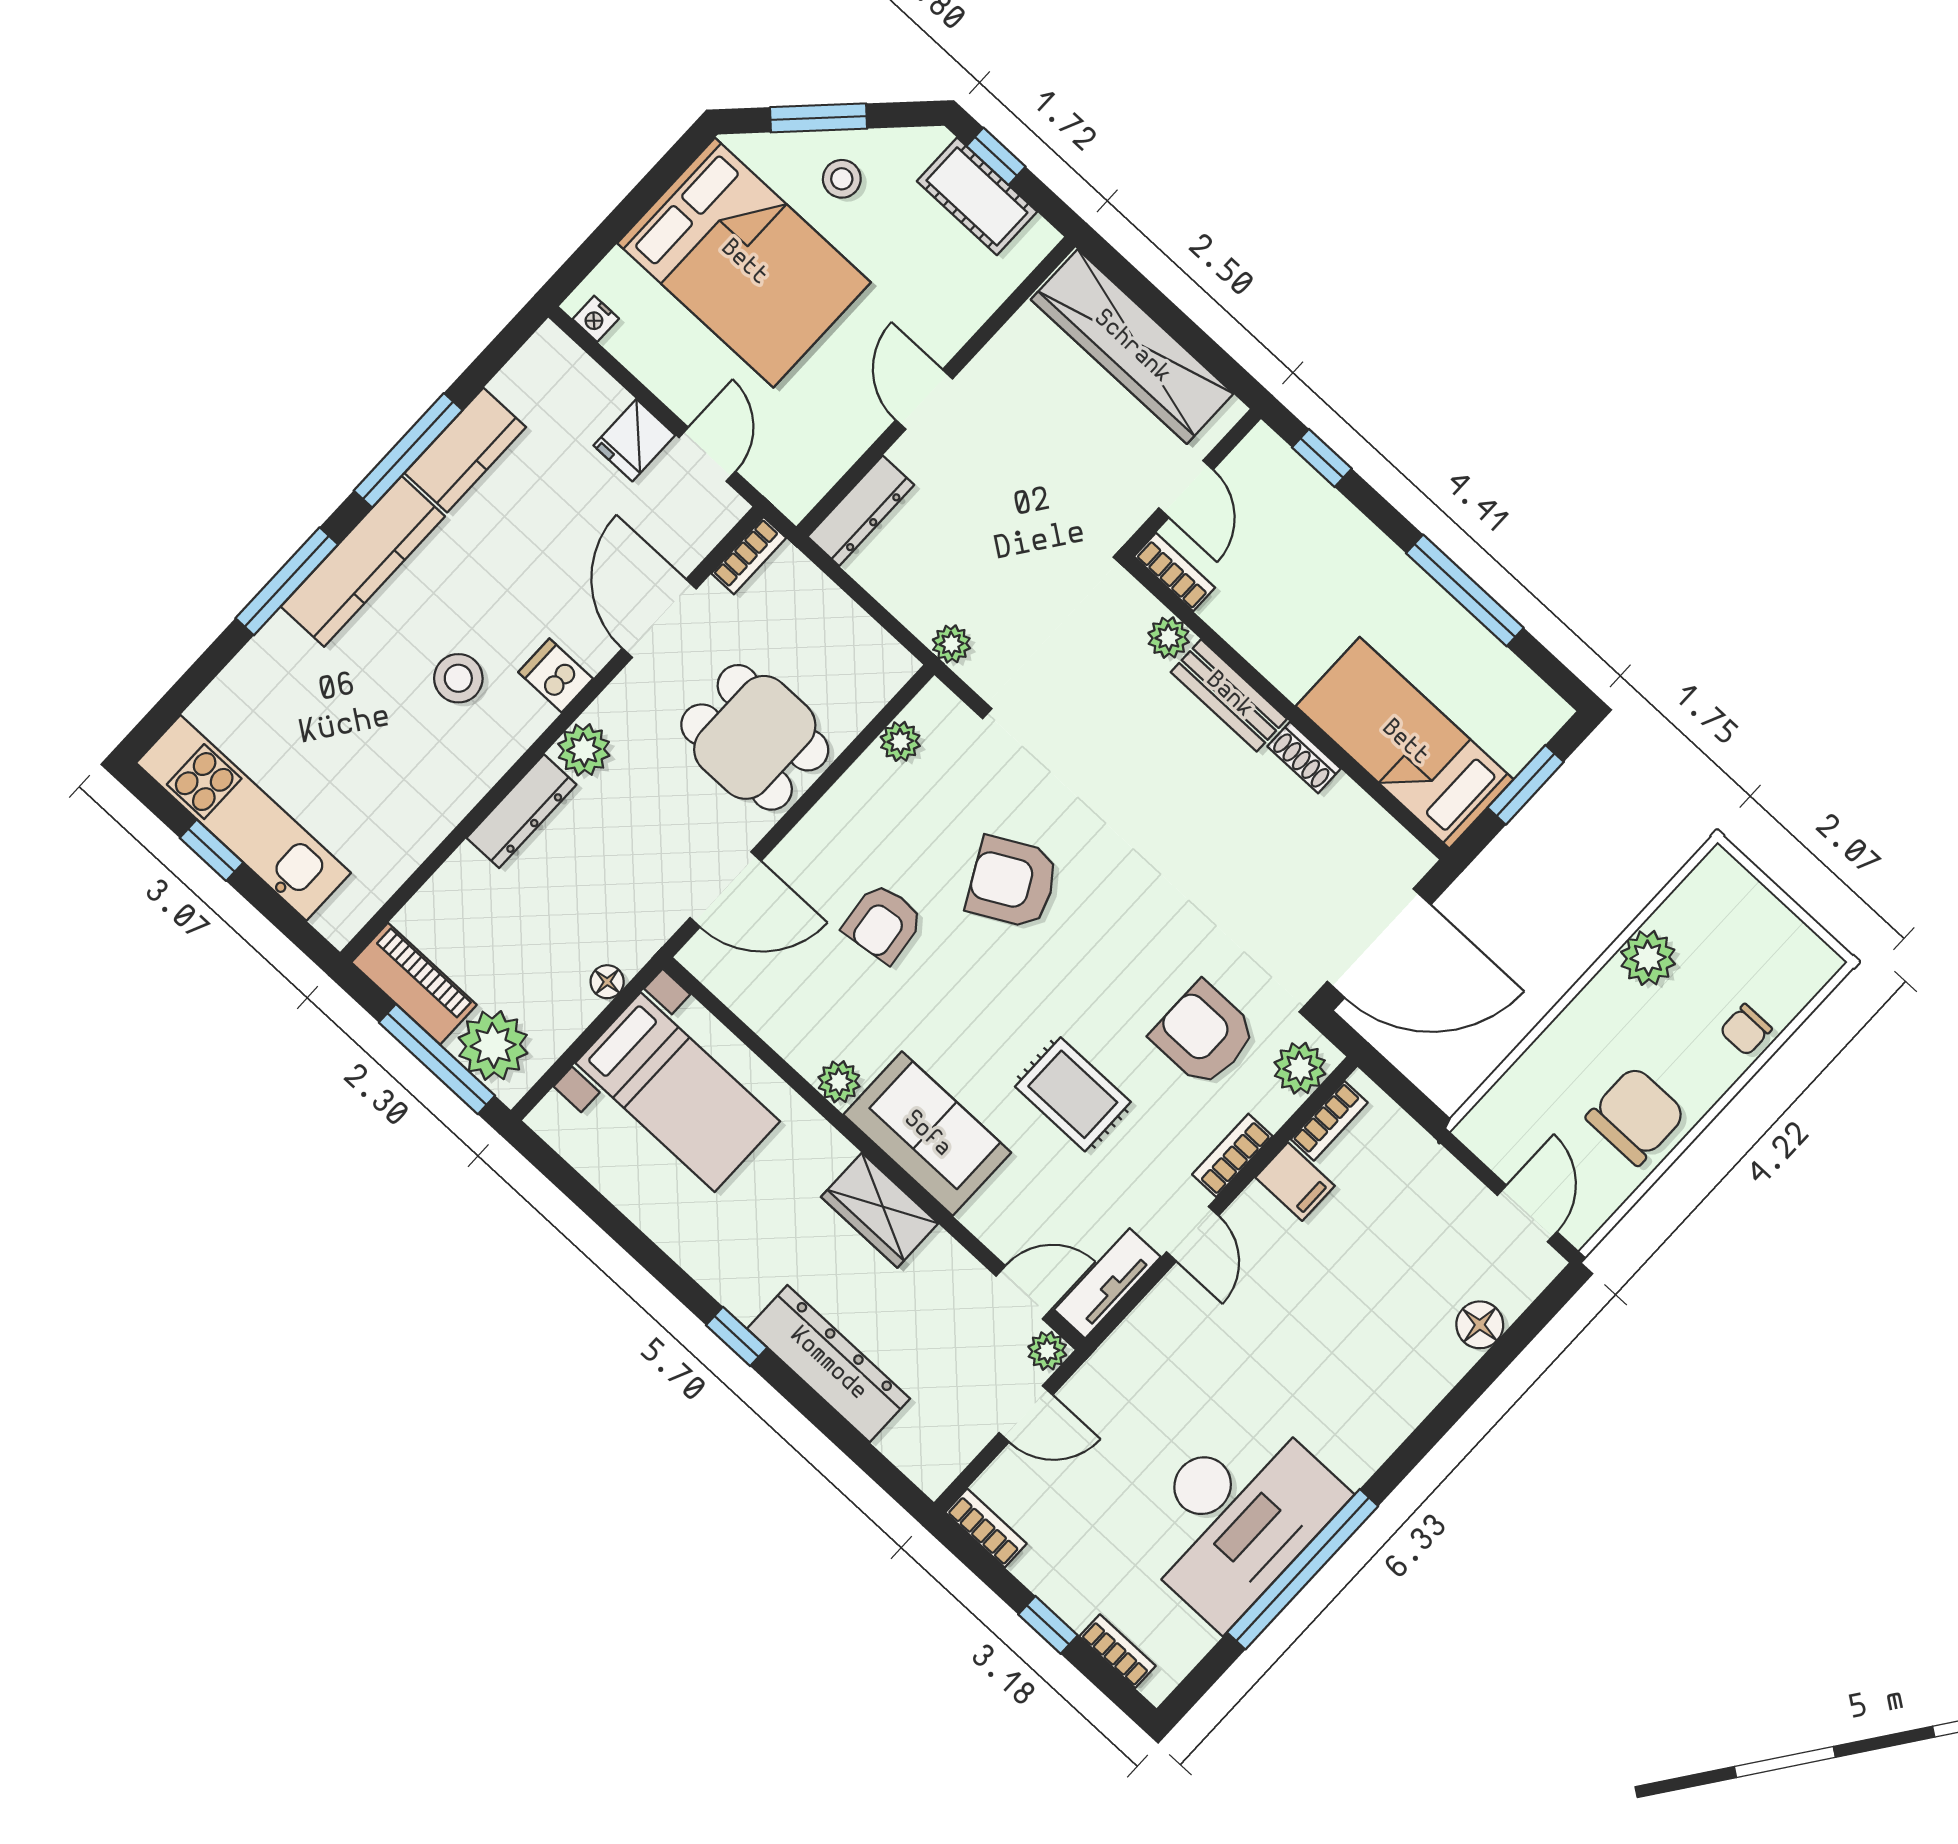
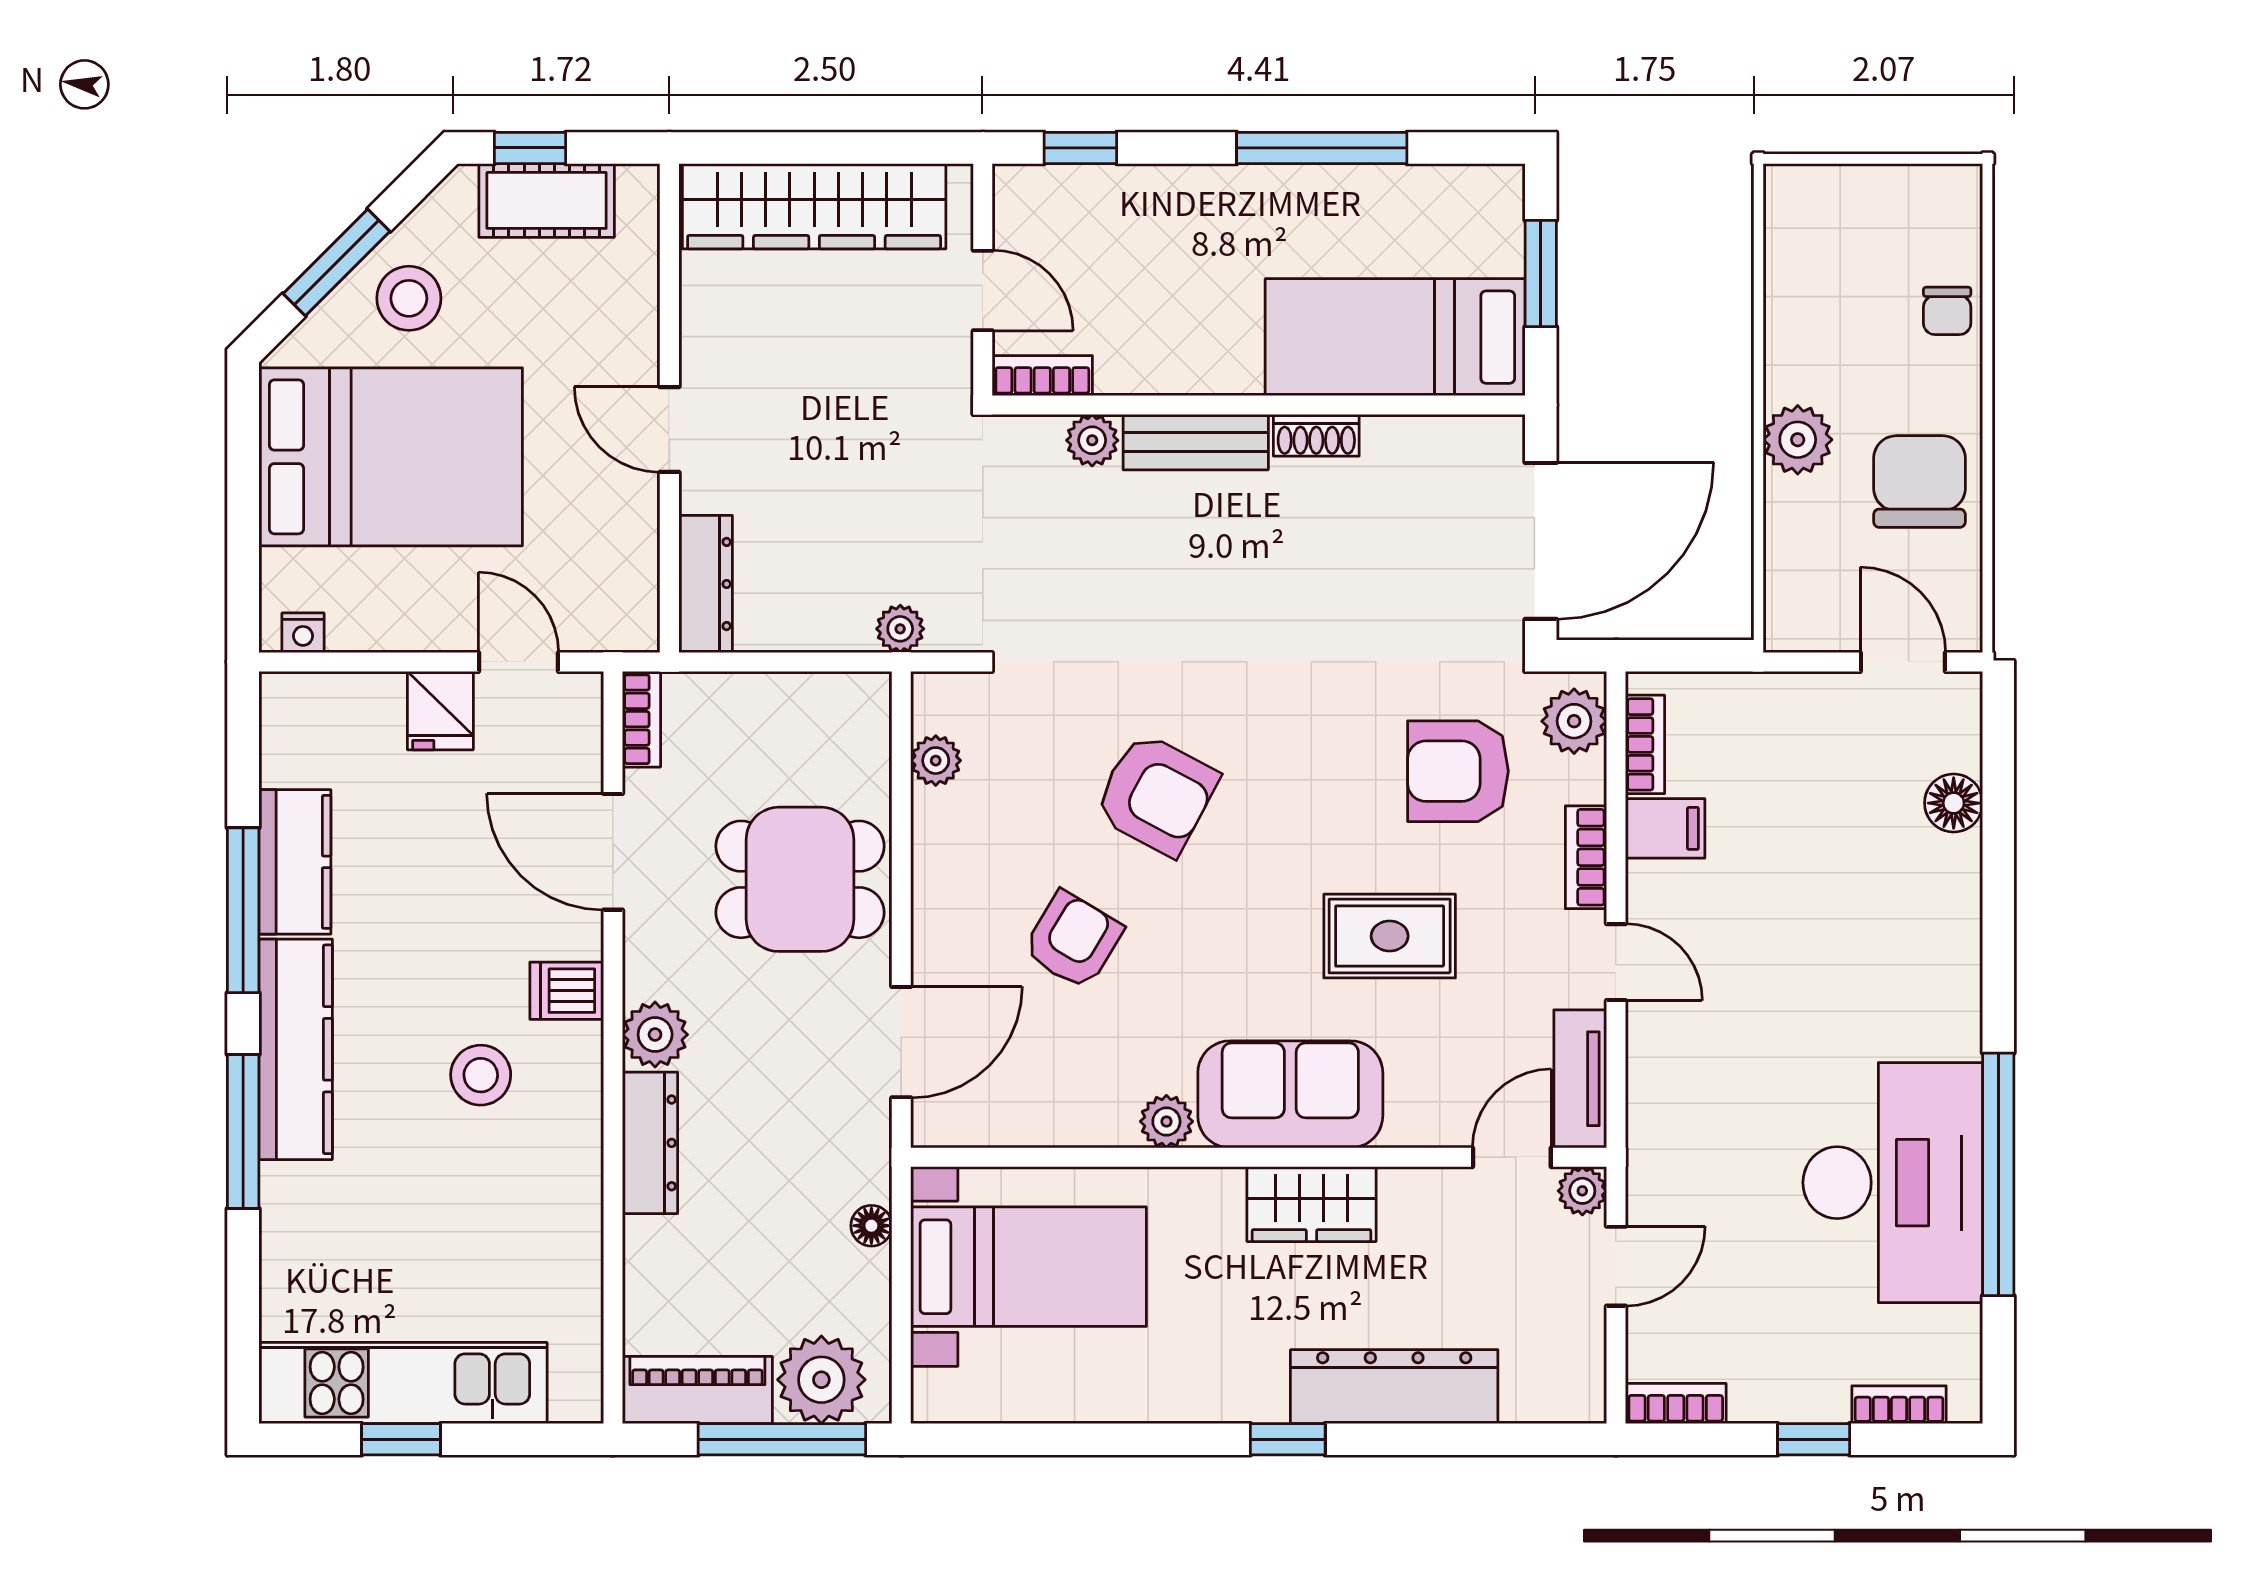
stool: (842, 179) -> (409, 298), width x1.37, depth x1.37
armchair: (1012, 882) -> (1156, 794), turned -124
armchair: (883, 923) -> (1073, 940), turned -142
plant: (1648, 958) -> (1798, 440), moved

